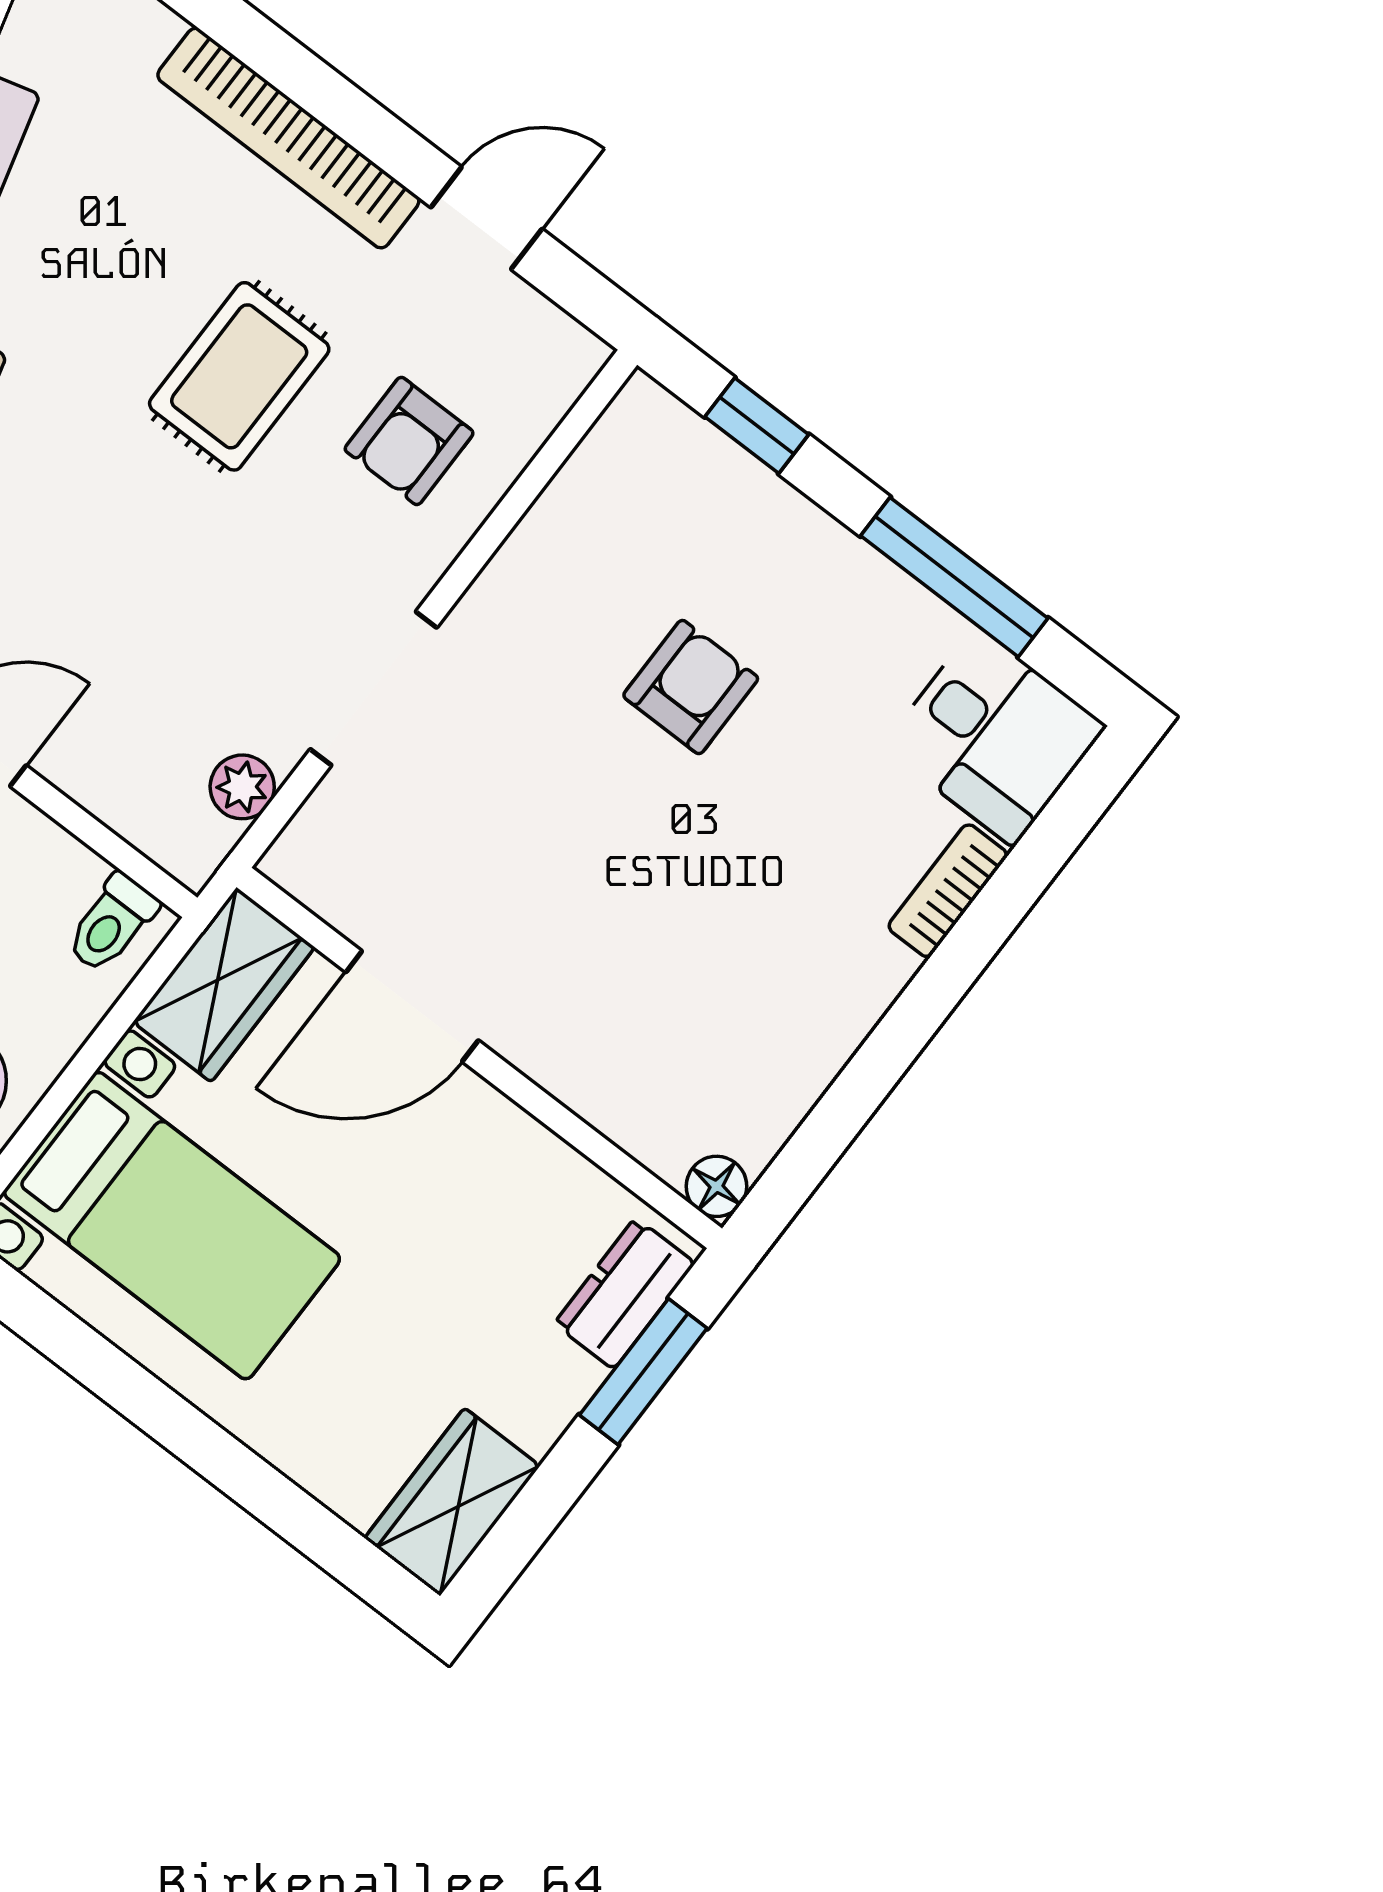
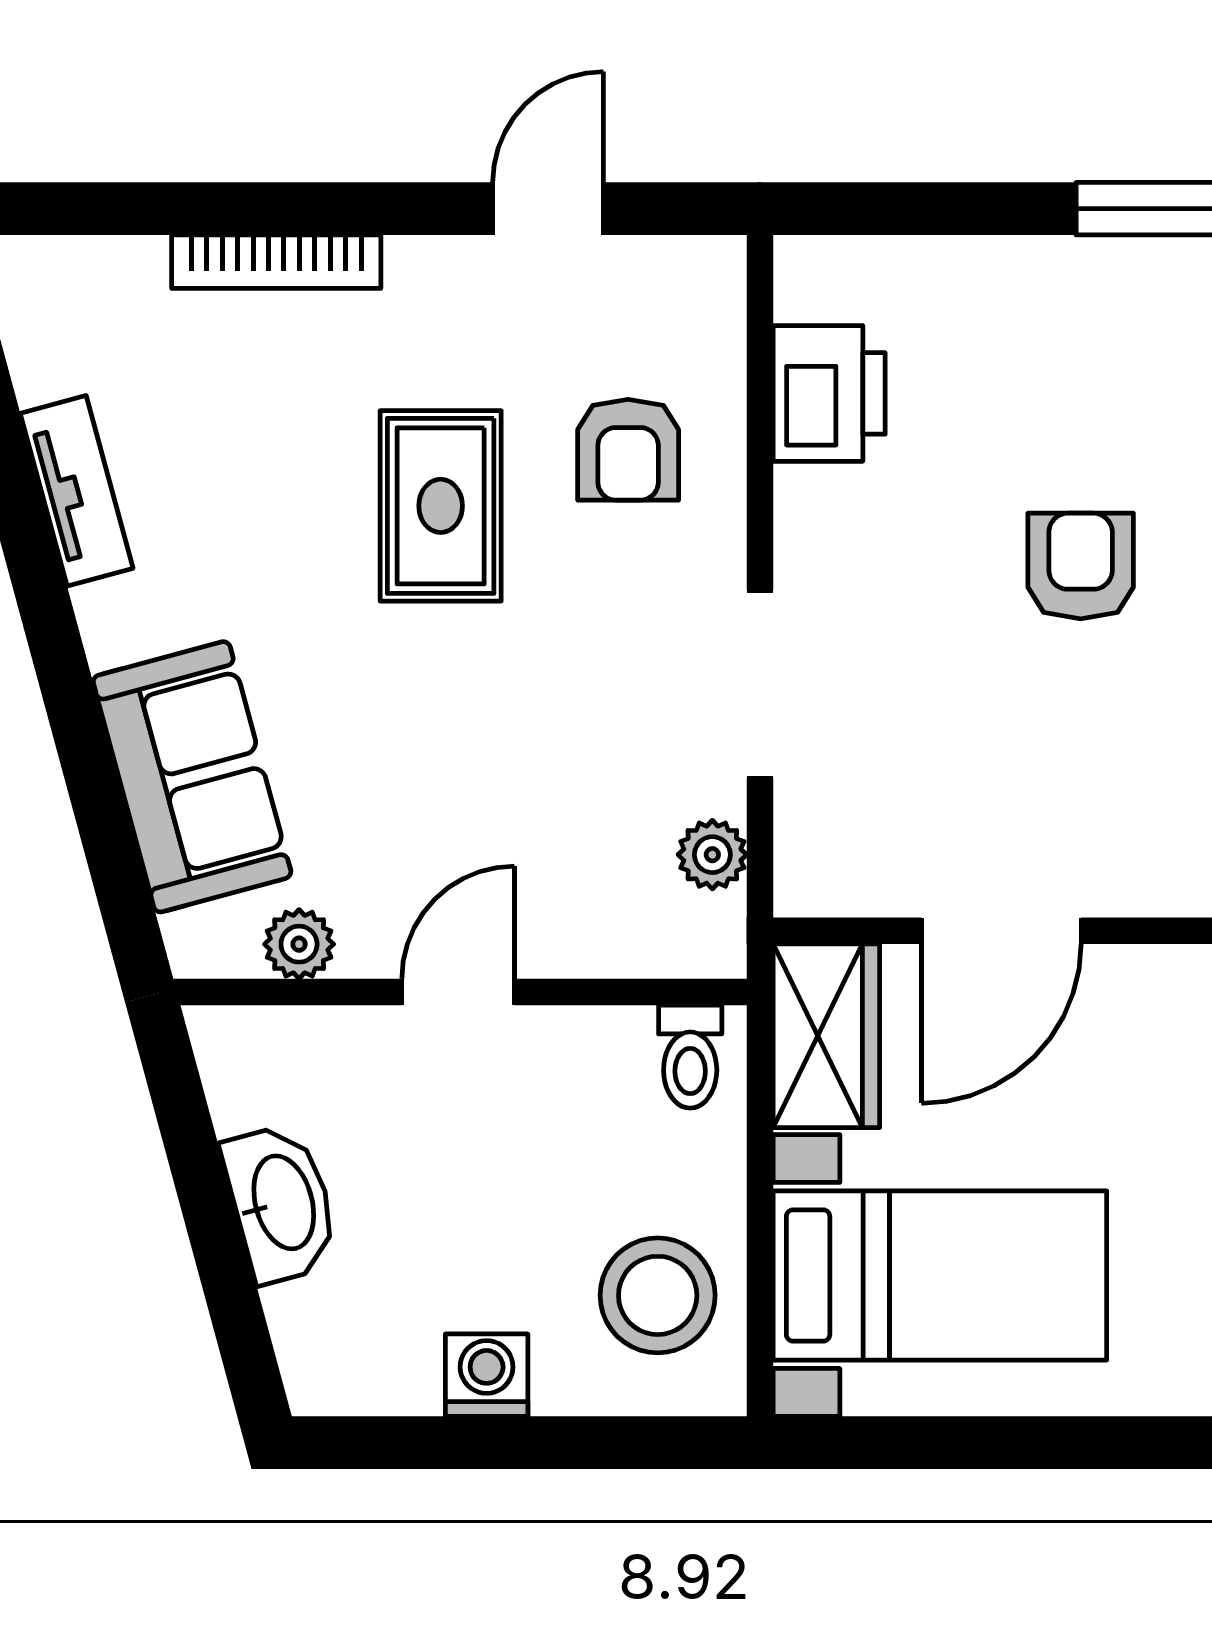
bookcase: (288, 138) -> (276, 262), width x0.68, depth x0.76
window: (757, 426) -> (915, 209), removed
printer: (589, 513) -> (829, 393), added
armchair: (691, 687) -> (1081, 566), moved

